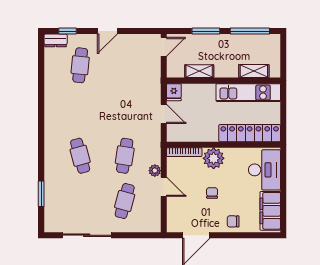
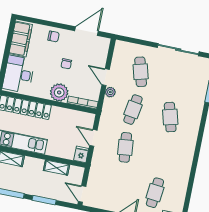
door: (164, 47) -> (82, 194), hinge flipped
cafe table: (125, 111) -> (125, 147), added
cafe table: (125, 201) -> (141, 72), turned -30

